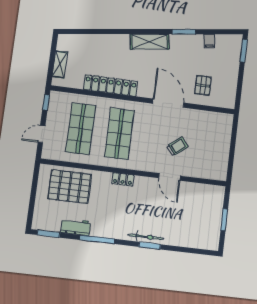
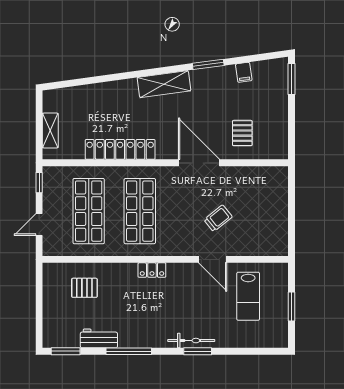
pallet: (70, 187) -> (84, 288), width x0.49, depth x0.50
lab bench: (193, 208) -> (248, 296), added

